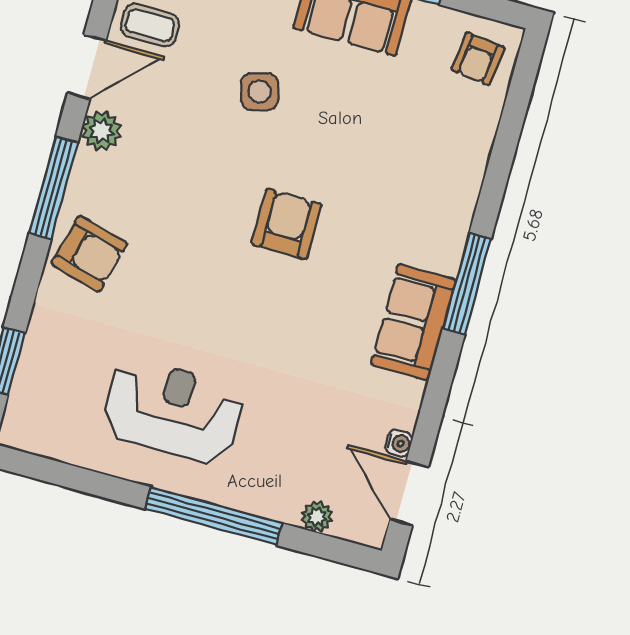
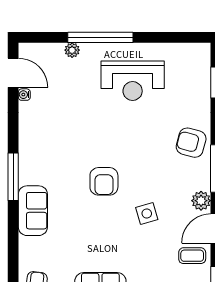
side table: (260, 92) -> (147, 213), moved
sofa: (414, 322) -> (33, 211), moved
plant: (317, 517) -> (72, 50), moved

